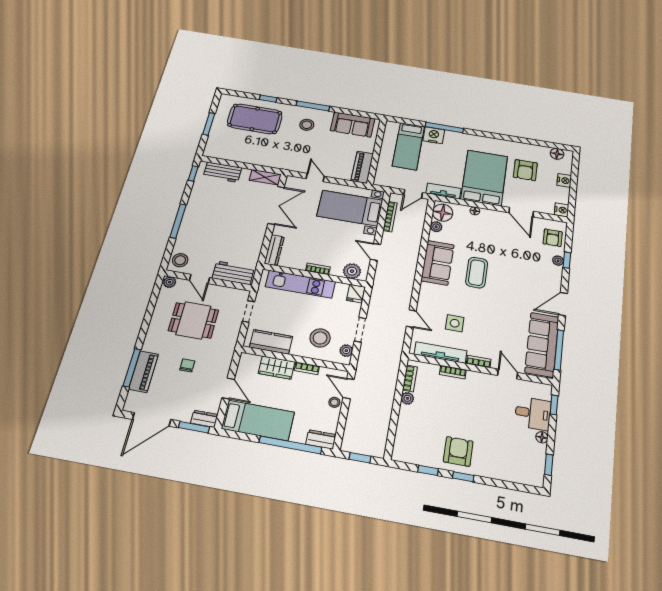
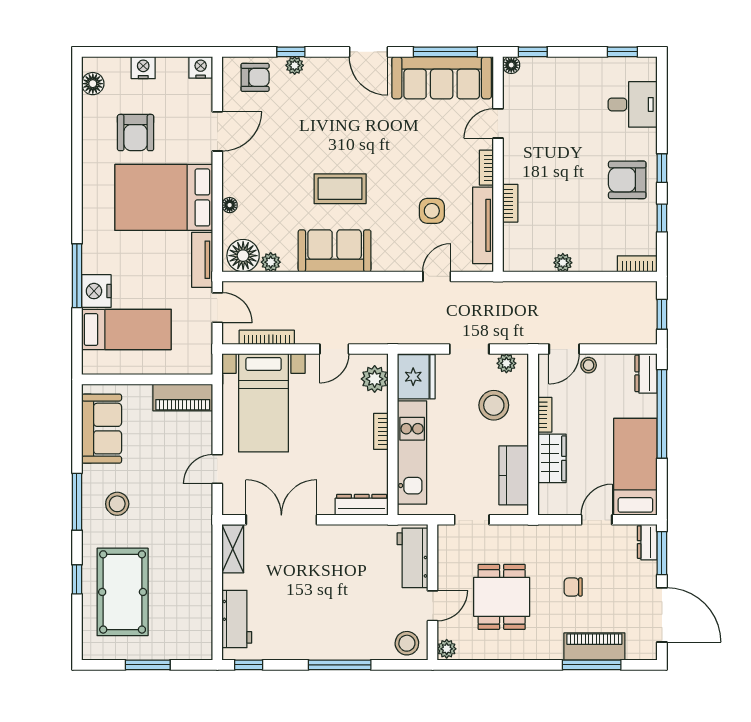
armchair: (525, 170) -> (136, 133), turned 90
fridge: (356, 294) -> (416, 377), width x1.88, depth x1.34
bookcase: (410, 378) -> (637, 264), moved
desk: (533, 413) -> (633, 104), moved, turned 90
floor lamp: (542, 437) -> (511, 65), moved

